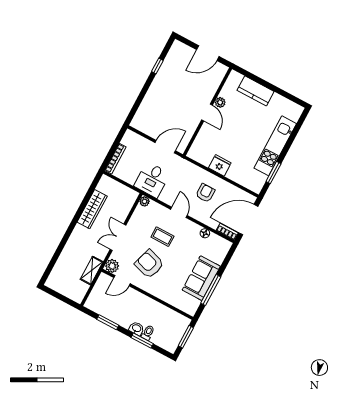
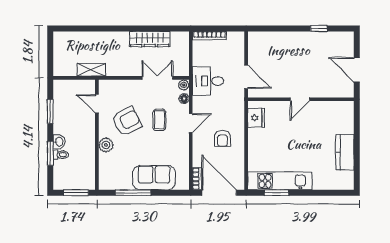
kitchen counter: (256, 91) -> (345, 152), moved
plant: (220, 102) -> (316, 107), removed
kitchen unit: (275, 146) -> (280, 181), moved
fridge: (220, 165) -> (256, 118), moved
armchair: (205, 193) -> (222, 138), turned 90
floor lamp: (205, 233) -> (184, 99), moved
double door: (118, 237) -> (157, 78), moved
armchair: (149, 264) -> (127, 121), turned 46
plant: (112, 266) -> (106, 145), moved
sofa: (201, 278) -> (154, 178), moved

